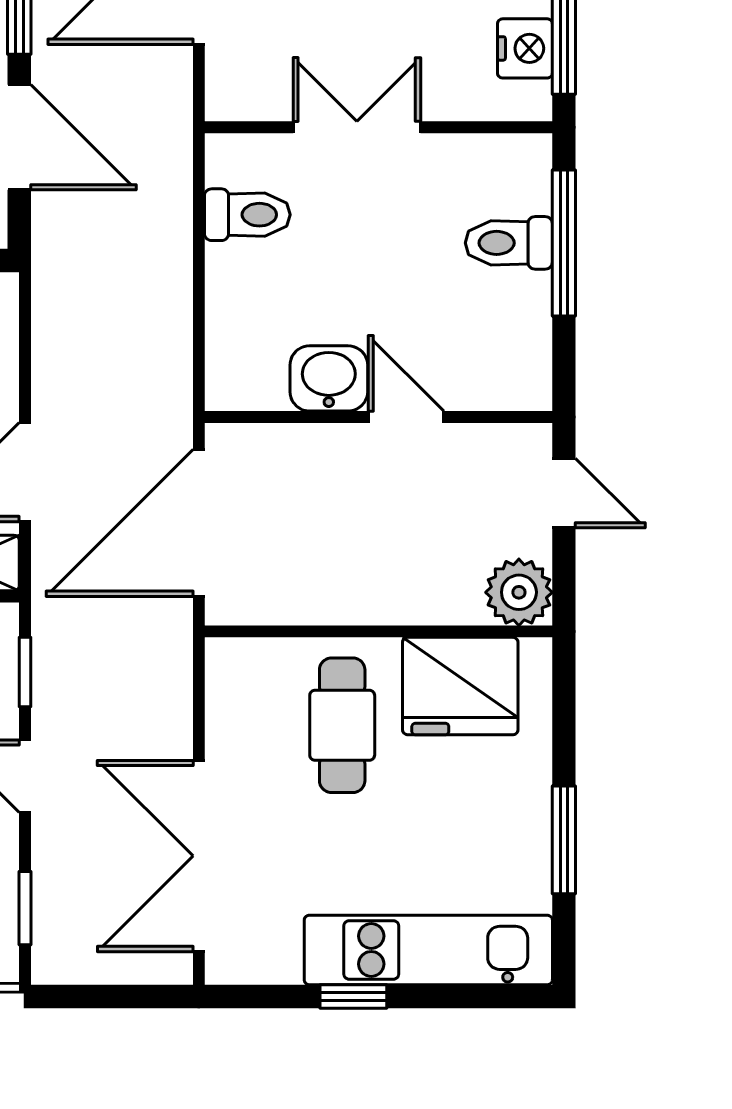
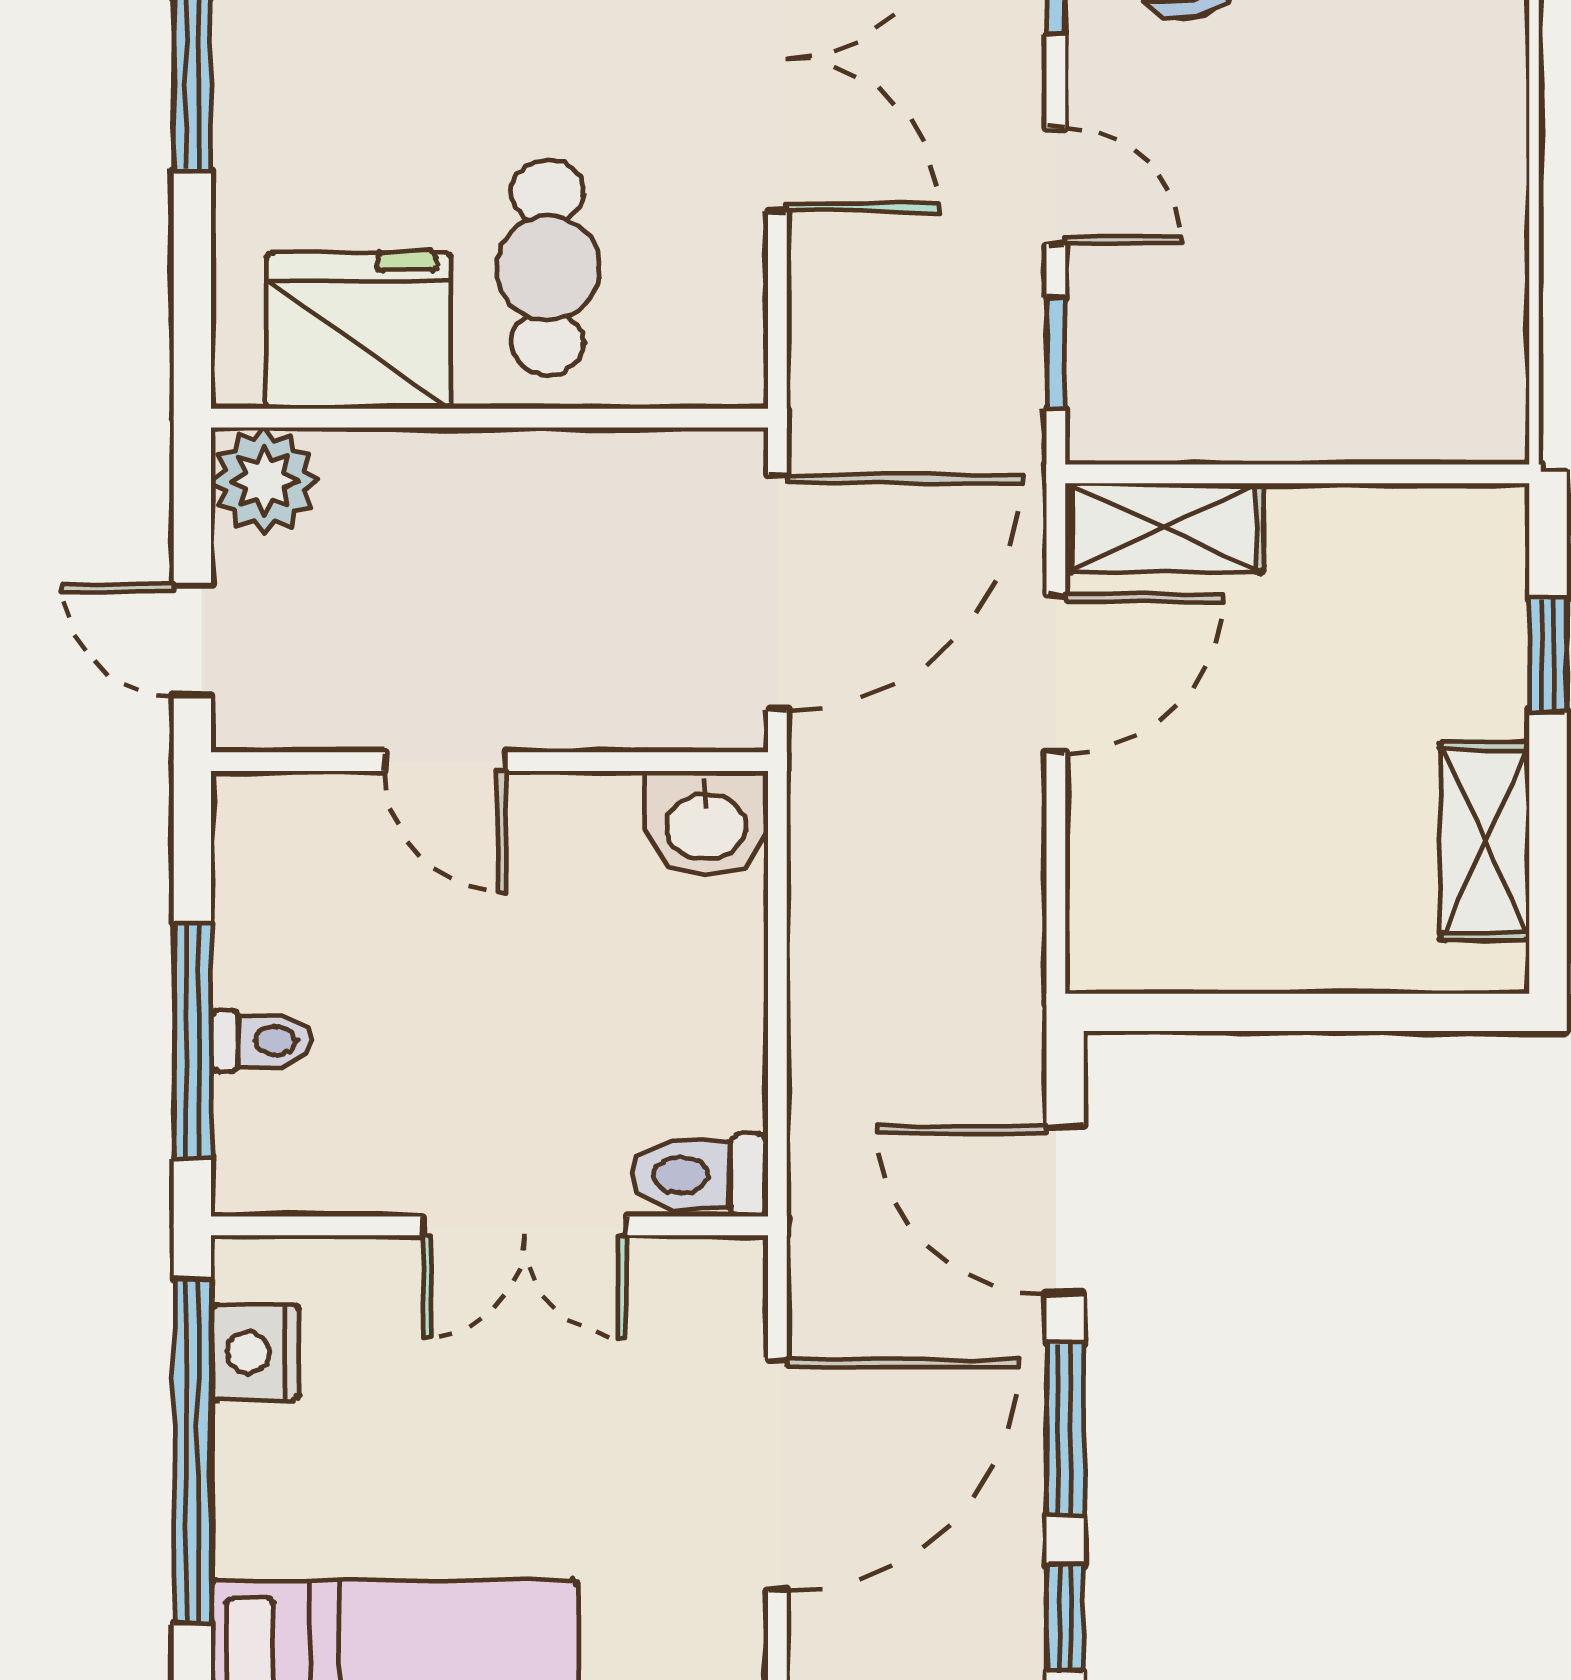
toilet: (247, 215) -> (700, 1175), moved
toilet: (509, 243) -> (261, 1041), width x0.73, depth x0.72
washbasin: (329, 378) -> (706, 823), moved

